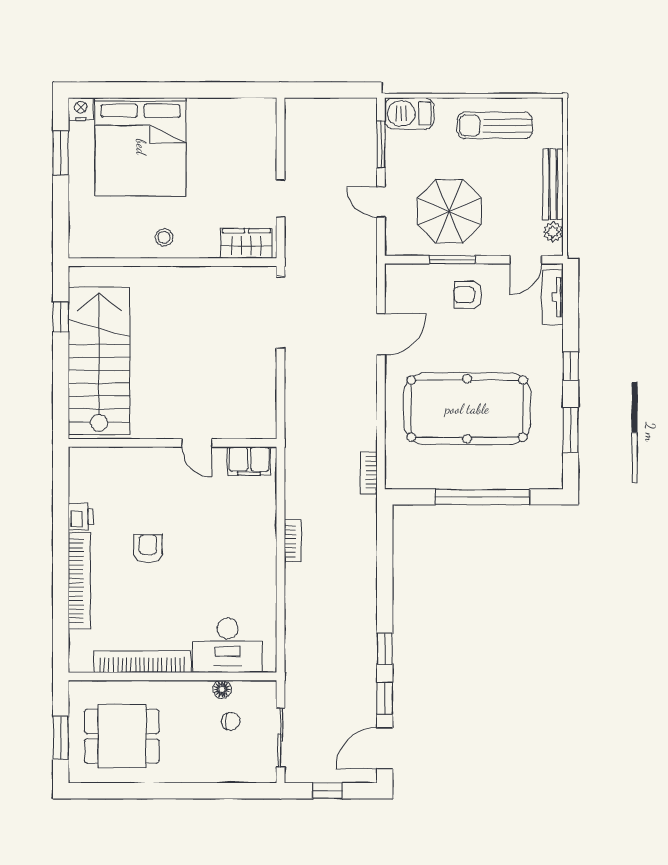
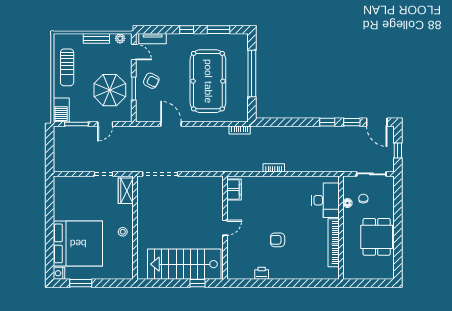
bench: (553, 184) -> (96, 38), width x0.73
armchair: (468, 295) -> (151, 81), turned -64
window: (61, 317) -> (198, 283), moved
door: (197, 443) -> (225, 228), moved
bookcase: (79, 581) -> (293, 274), removed
dining table: (122, 736) -> (377, 237), moved
window: (61, 738) -> (372, 283), removed

